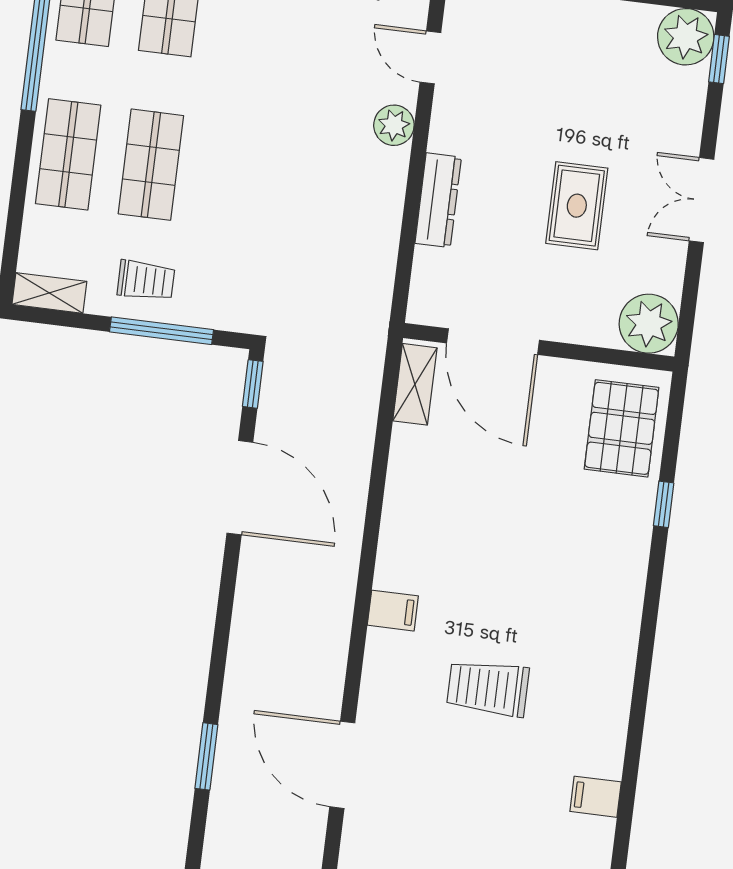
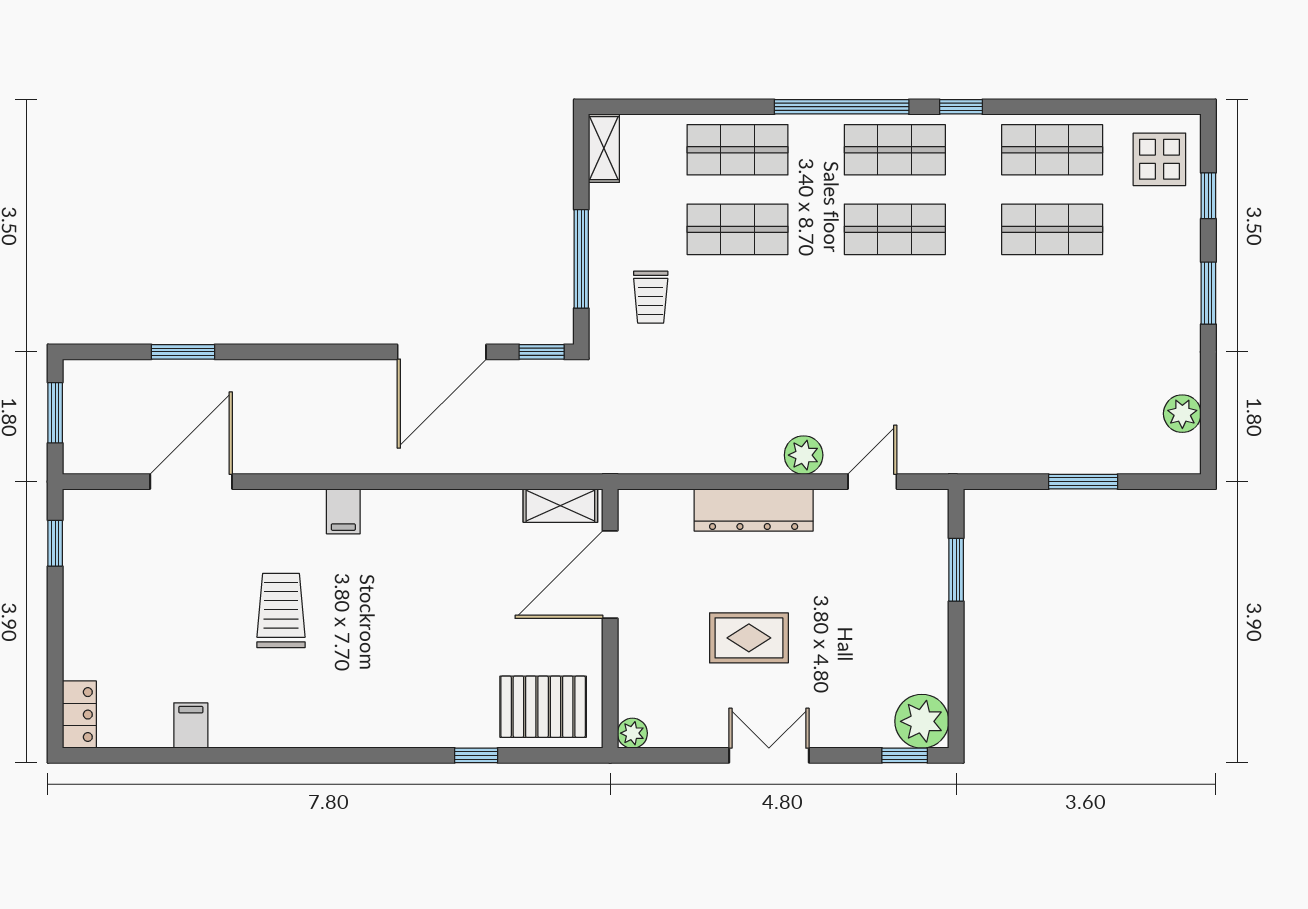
dresser: (438, 200) -> (754, 510), width x1.37, depth x1.24
trolley: (146, 280) -> (651, 297), moved
plant: (649, 324) -> (632, 733), width x0.53, depth x0.53

